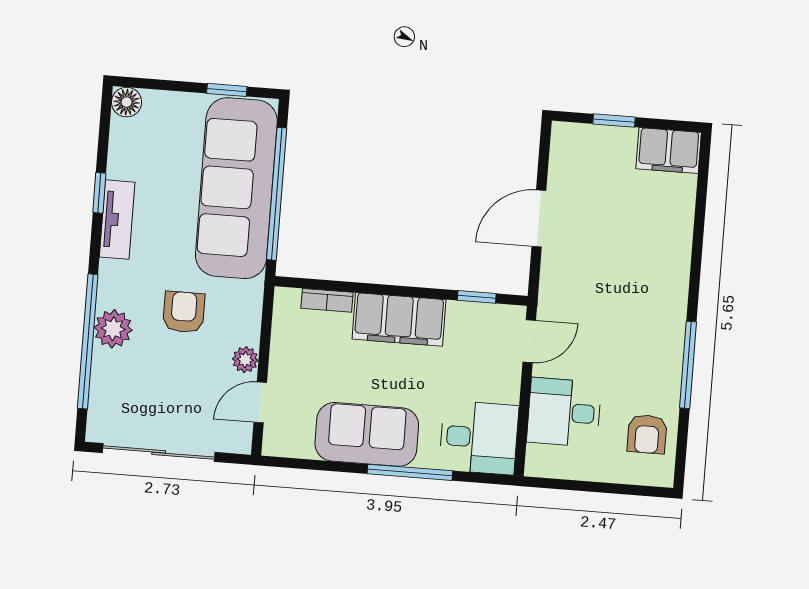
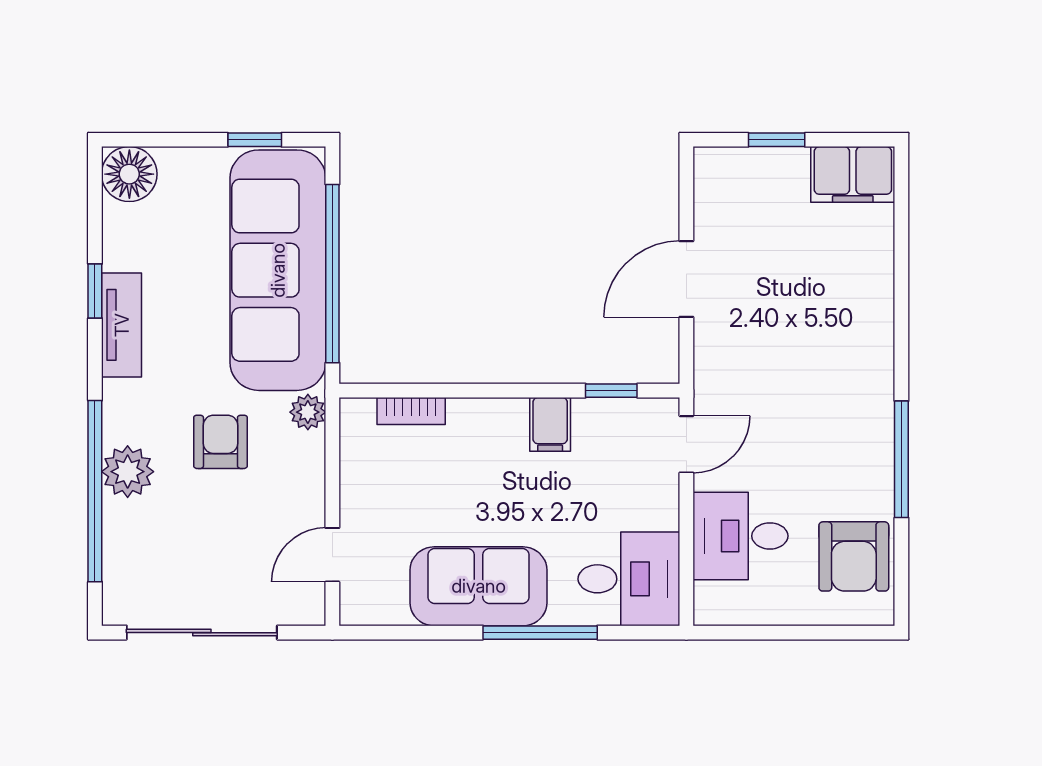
floor lamp: (127, 102) -> (129, 174), width x1.38, depth x1.38
filing cabinet: (399, 319) -> (550, 424), width x0.33, depth x0.86
plant: (245, 360) -> (308, 412), moved
armchair: (647, 434) -> (854, 556), width x1.38, depth x1.38

